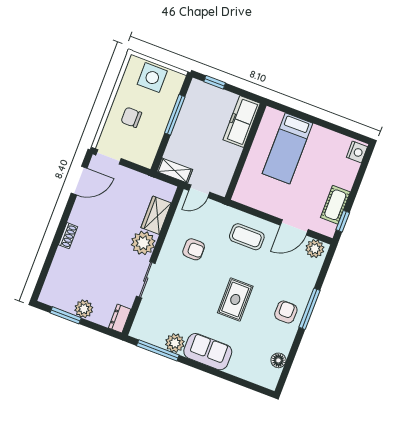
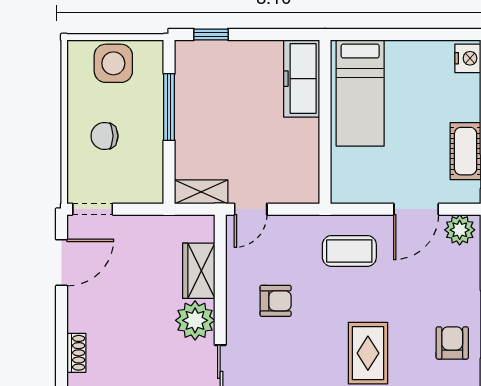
freezer: (242, 122) -> (302, 79), moved
wall: (246, 151) -> (325, 122), moved

